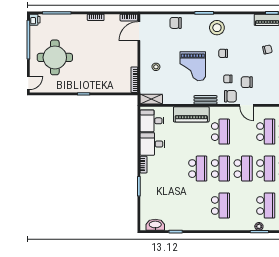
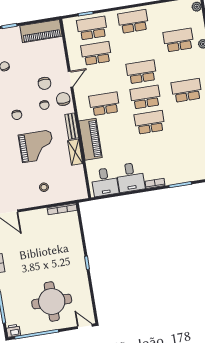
shelving: (151, 99) -> (75, 152), moved
school desk: (266, 169) -> (137, 47), removed

